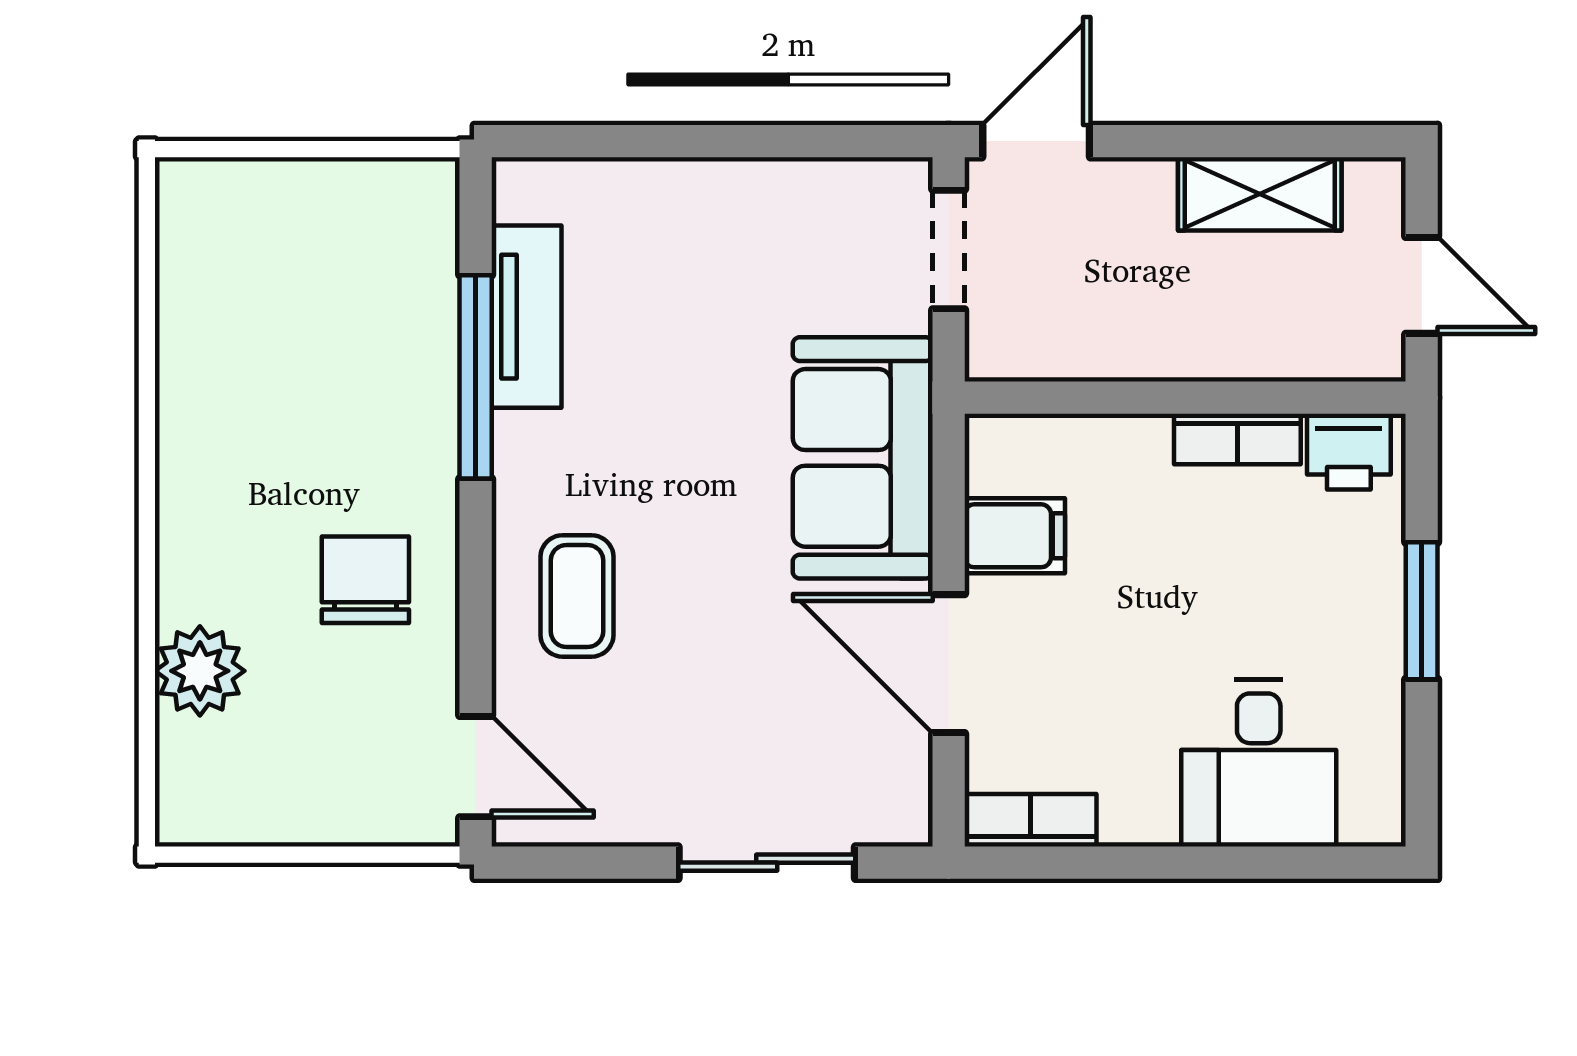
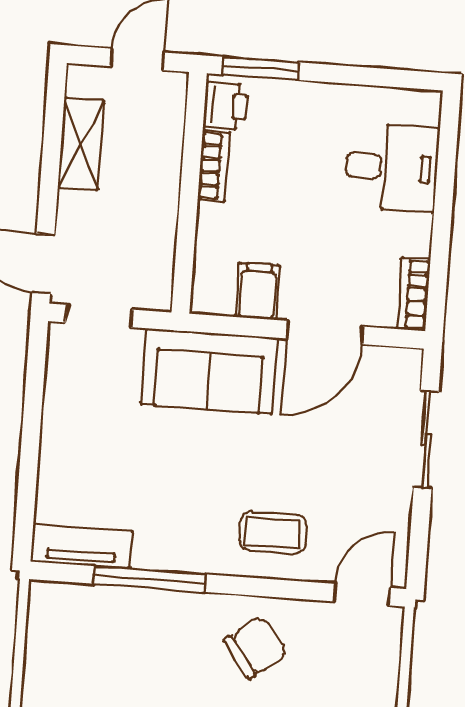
tv unit: (526, 317) -> (81, 546), moved
chair: (365, 580) -> (256, 647), turned 143
window: (1422, 611) -> (261, 68), moved

